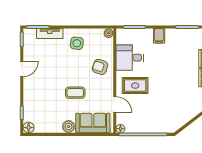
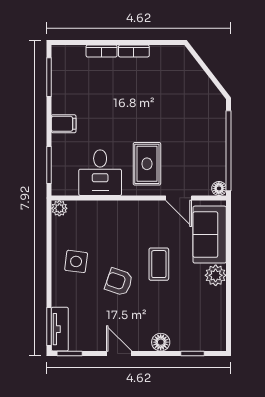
tv unit: (50, 34) -> (60, 329), moved
armchair: (100, 67) -> (119, 282), moved, turned 91
door: (115, 104) -> (179, 198), swing flipped
floor lamp: (29, 128) -> (161, 342), moved

